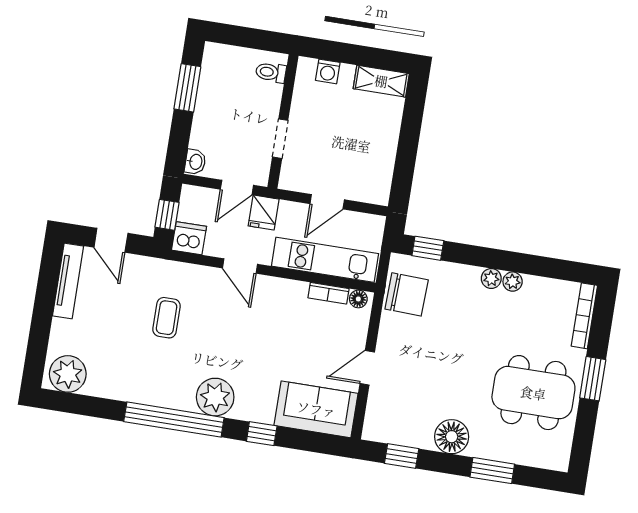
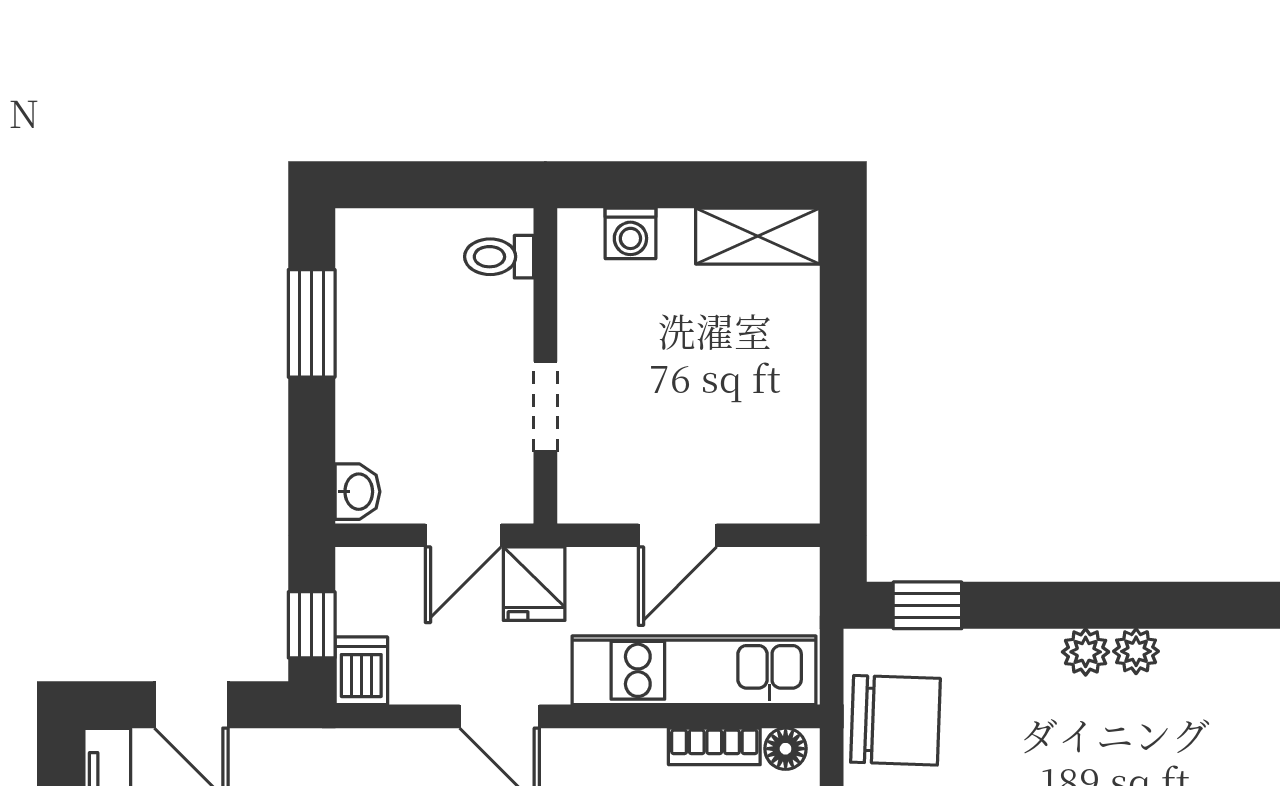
dishwasher: (189, 238) -> (361, 671), width x0.73

